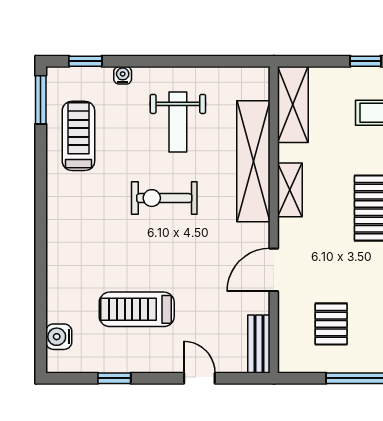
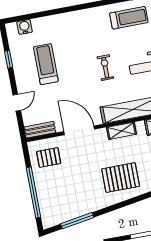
exercise bike: (164, 198) -> (105, 68), width x0.73, depth x0.72
door: (274, 270) -> (79, 130), width x1.36
pallet: (331, 324) -> (49, 157), moved

